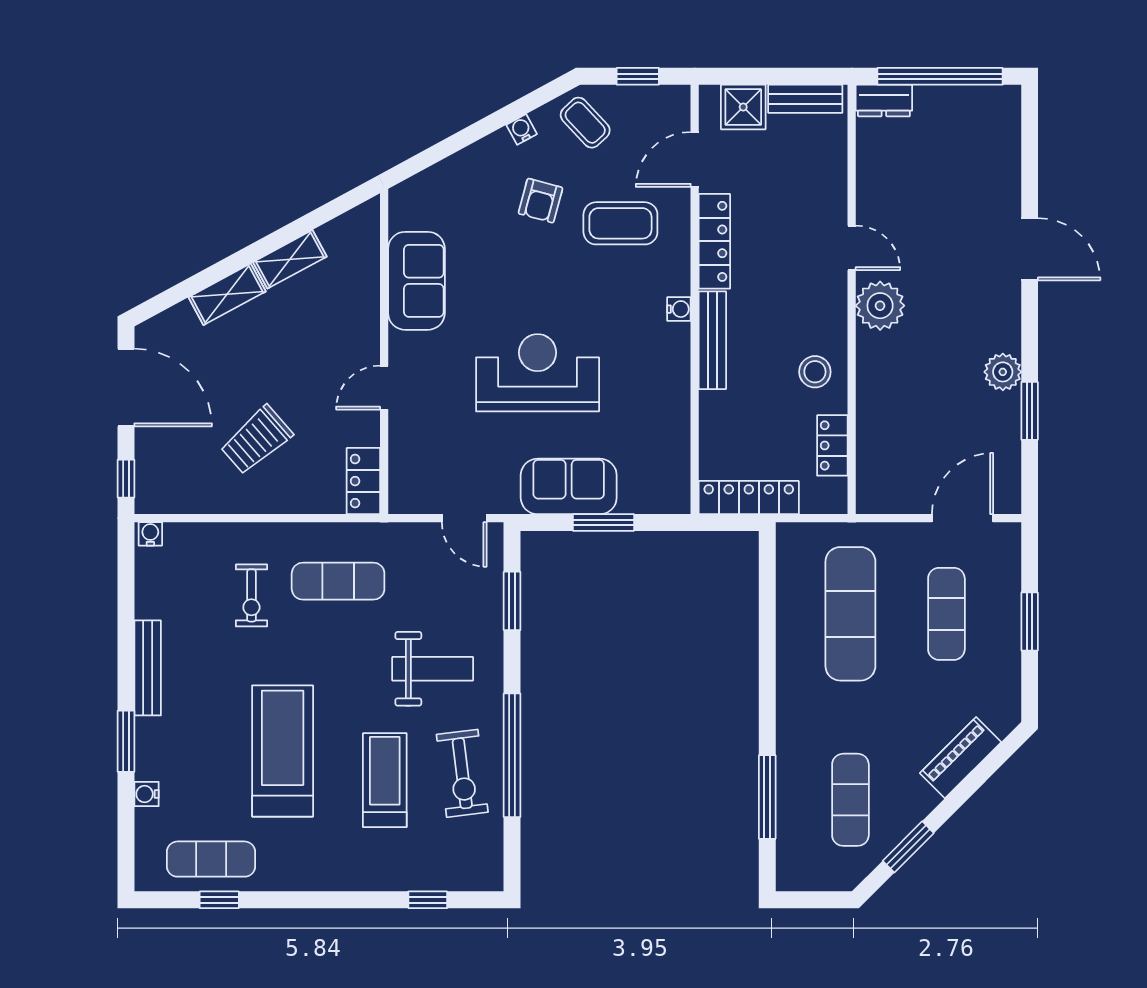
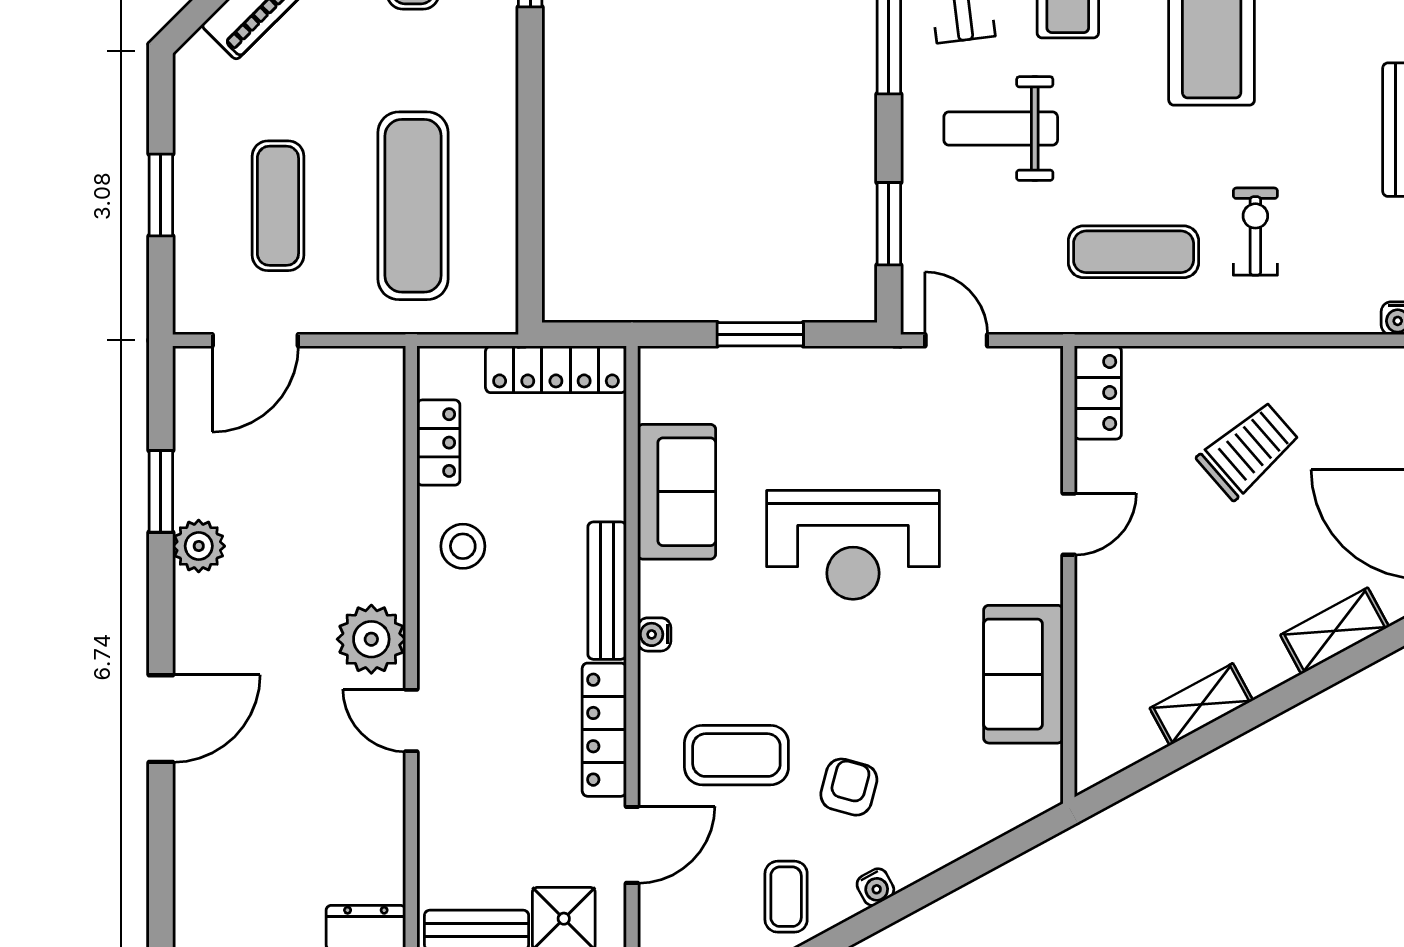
coffee table: (585, 123) -> (786, 897), turned 43
door: (1030, 249) -> (161, 719), swing flipped
shelving: (227, 294) -> (1335, 631), moved
sofa: (569, 486) -> (677, 492), moved, turned -90

